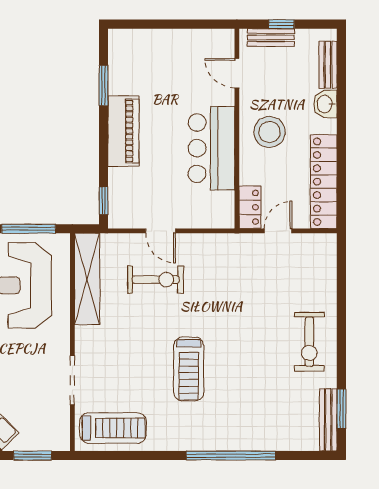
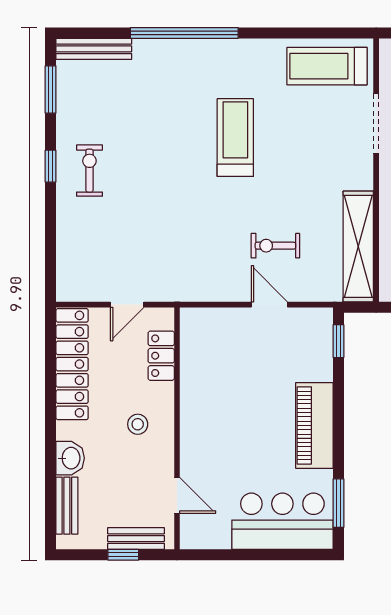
window: (103, 86) -> (338, 503), moved
stool: (269, 132) -> (138, 424), width x0.53, depth x0.53
bar counter: (211, 148) -> (282, 521), moved, turned -90
locker: (250, 207) -> (161, 356), moved
exercise bike: (156, 280) -> (275, 246), width x0.73, depth x0.72
exercise bike: (309, 342) -> (89, 171), width x0.73, depth x0.72
window: (341, 345) -> (51, 166), added
bench: (328, 420) -> (94, 49), moved, turned 90

